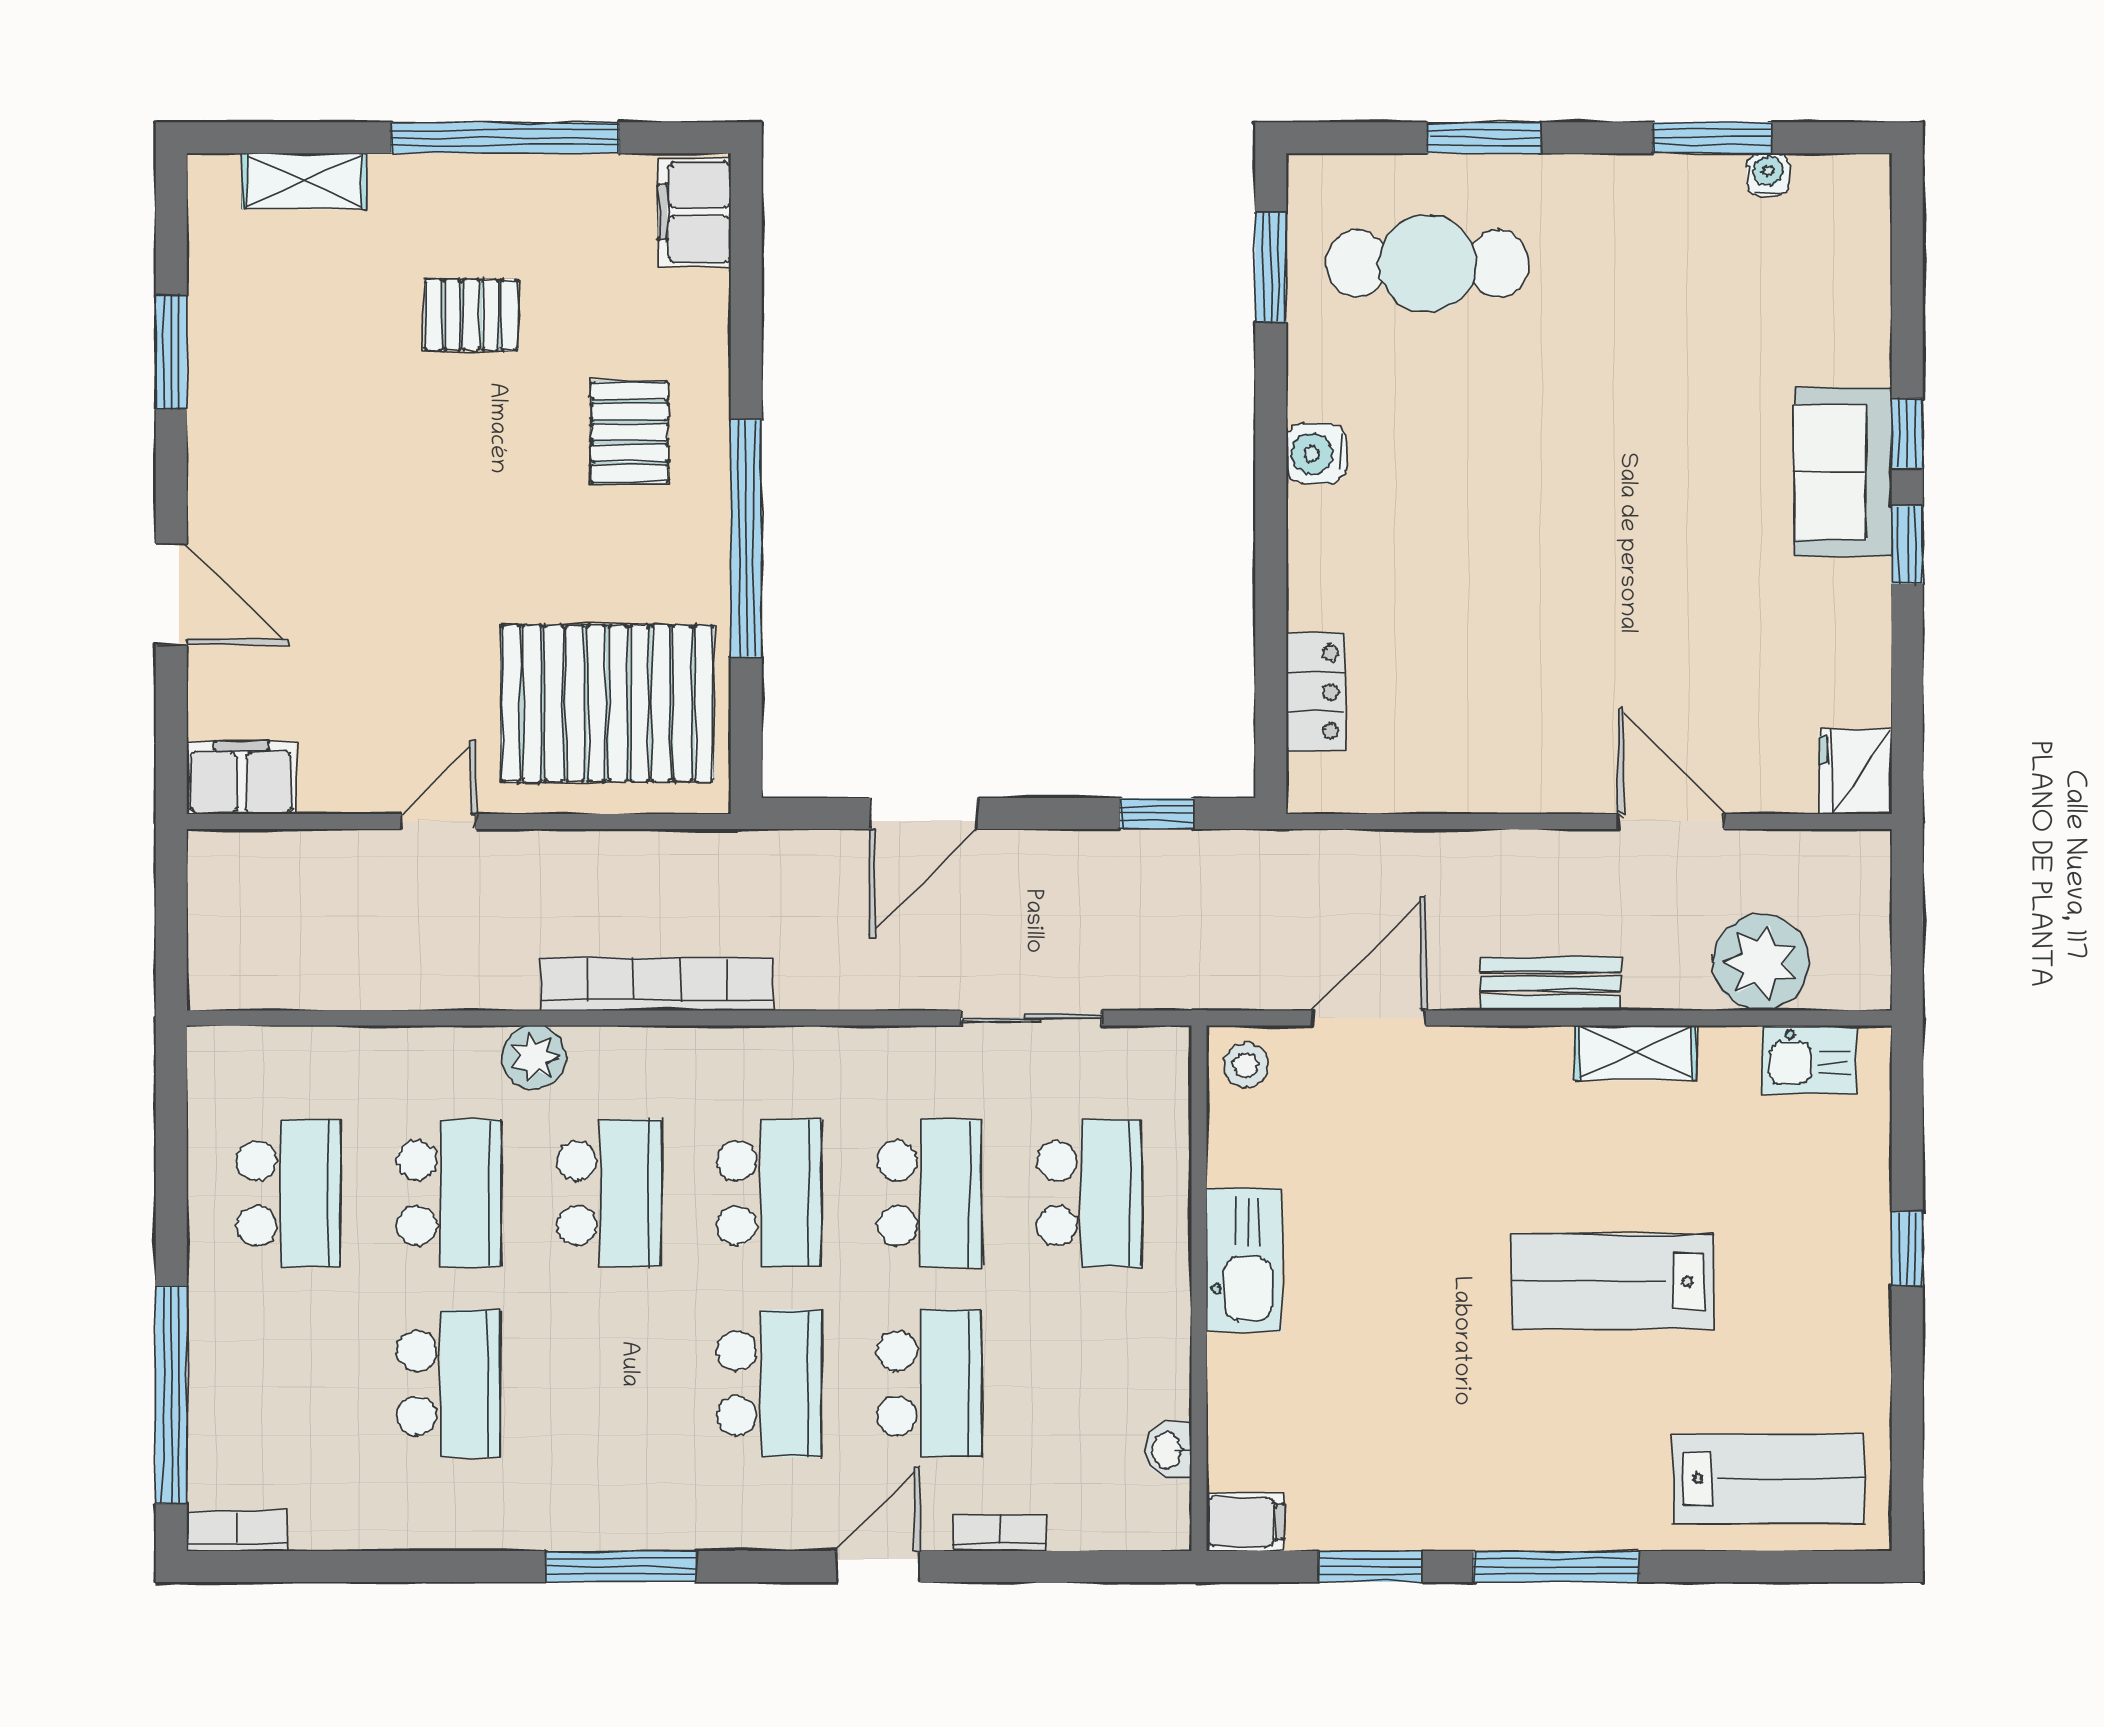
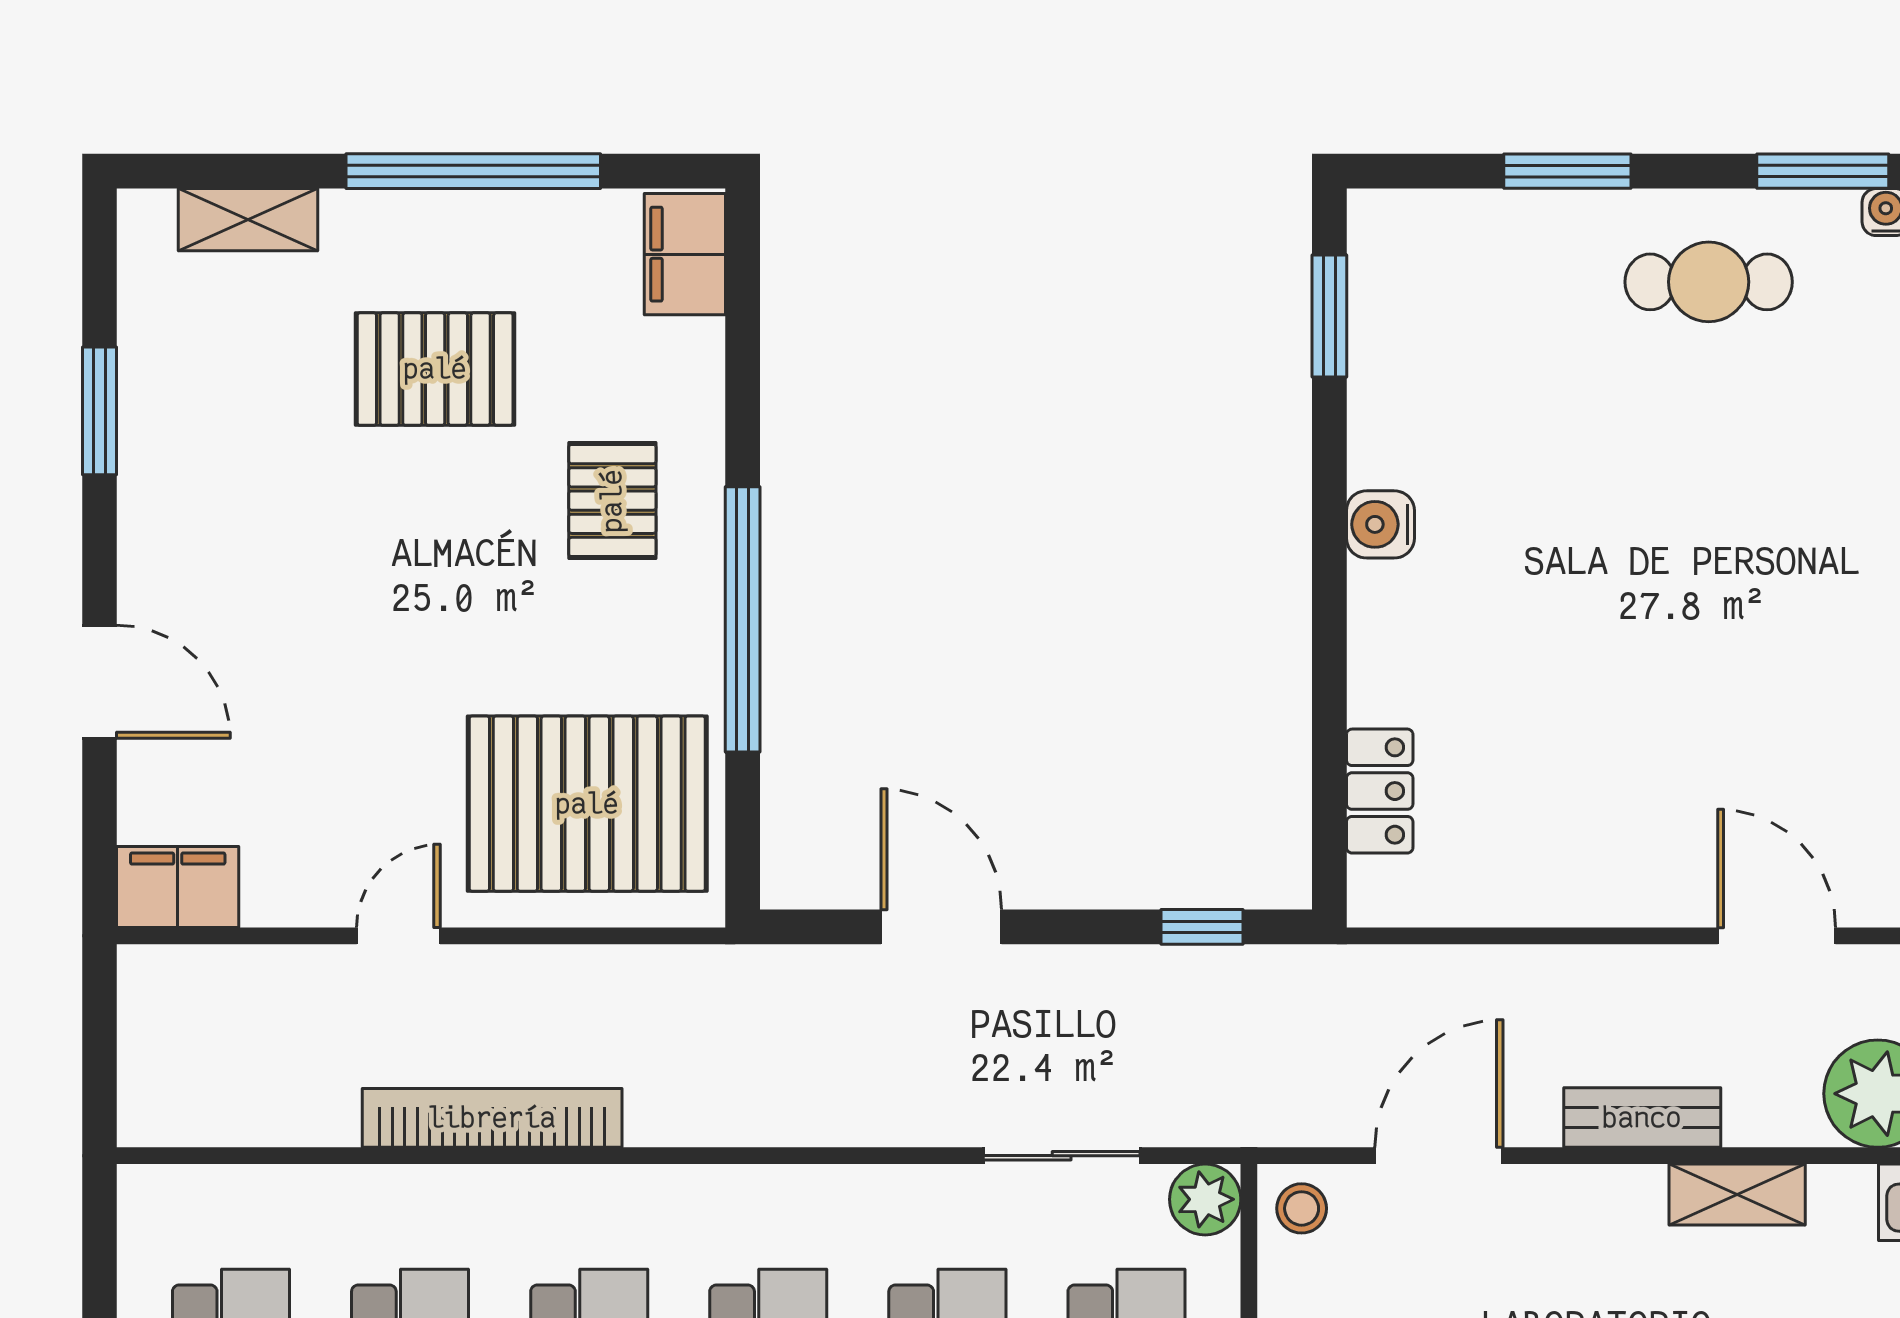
cafe table: (1428, 263) -> (1709, 282), moved, width x0.73, depth x0.74
pallet: (471, 315) -> (435, 369), width x1.50, depth x1.42
door: (924, 813) -> (941, 927), swing flipped
bookcase: (657, 984) -> (492, 1118), moved
plant: (534, 1057) -> (1205, 1199), moved

